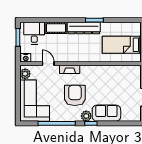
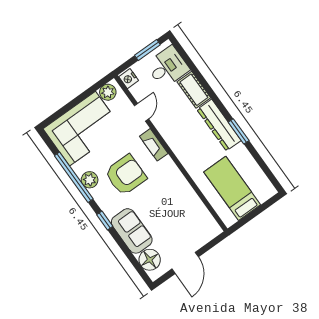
floor lamp: (128, 115) -> (150, 260), added
plant: (86, 116) -> (90, 180), moved

